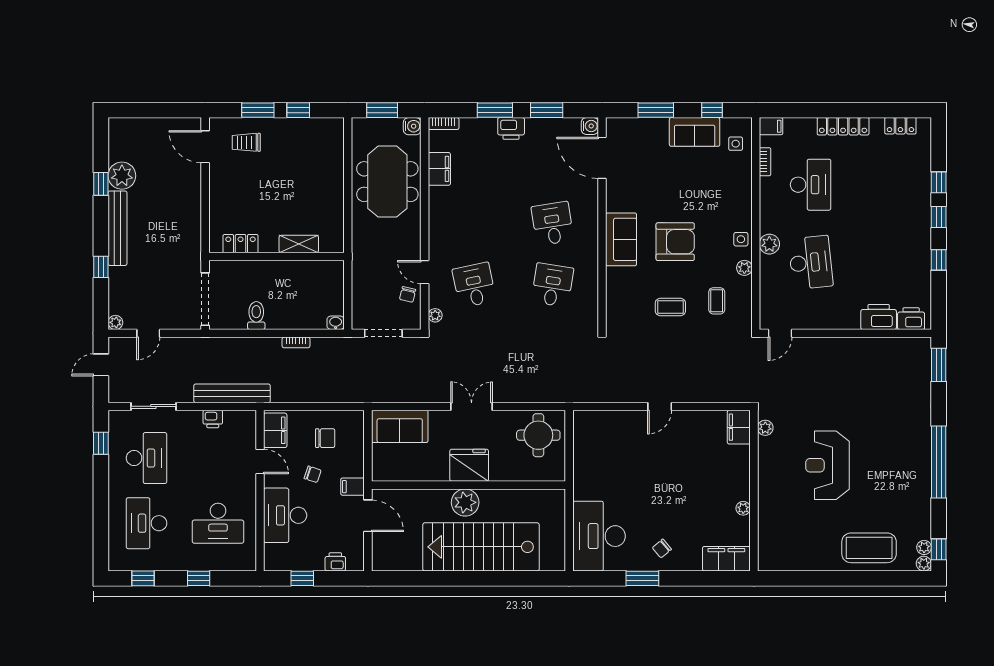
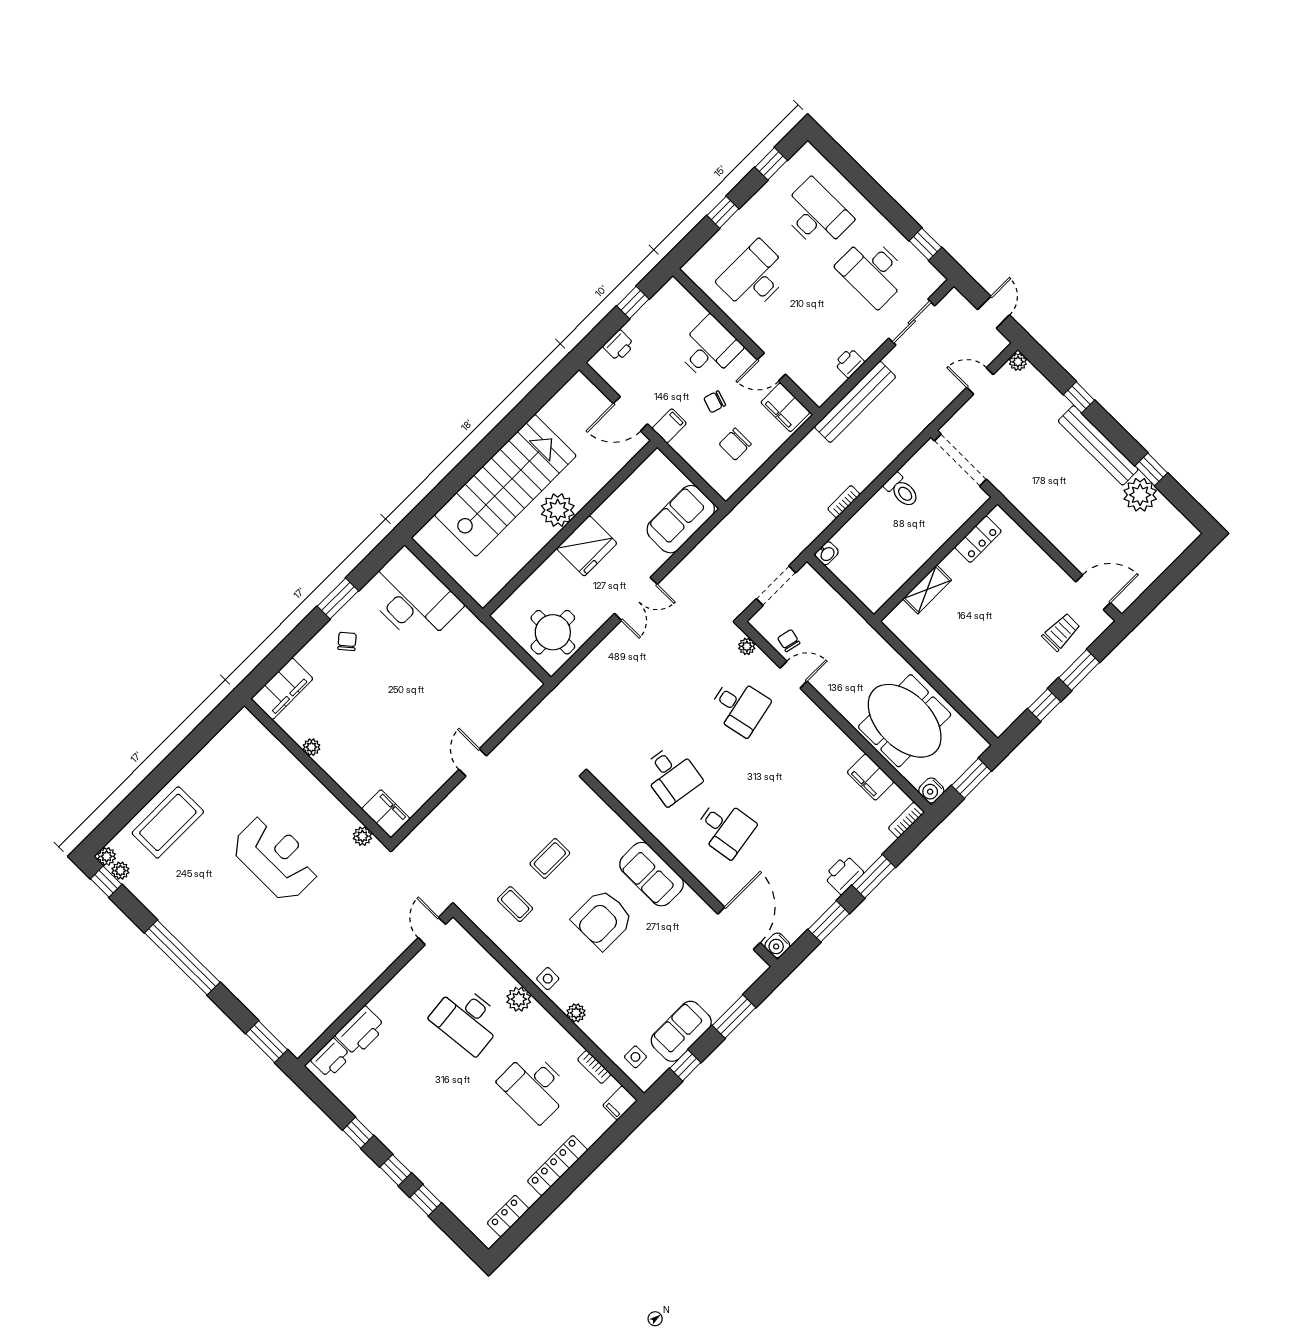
door: (602, 158) -> (739, 928), hinge flipped
plant: (744, 268) -> (576, 1013), moved
door: (148, 333) -> (980, 381), hinge flipped
desk: (285, 515) -> (709, 349), width x0.73

